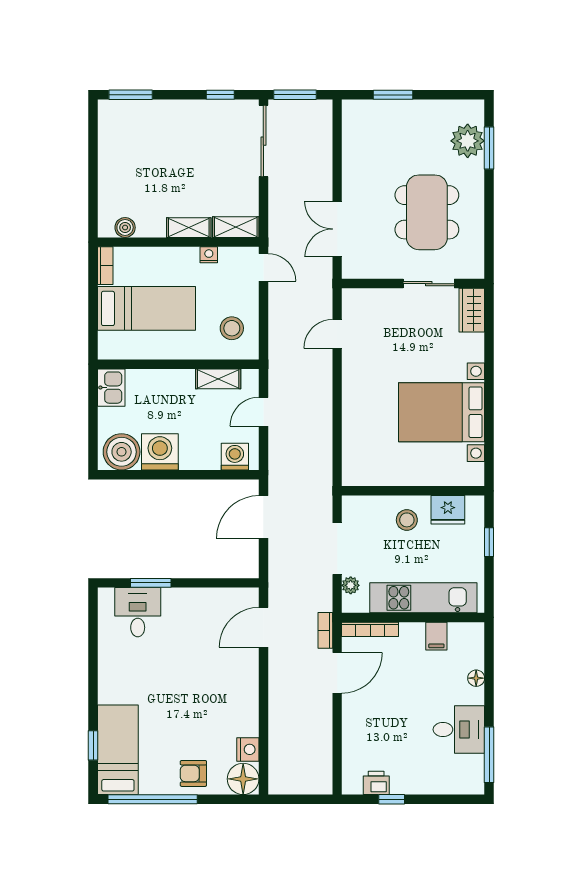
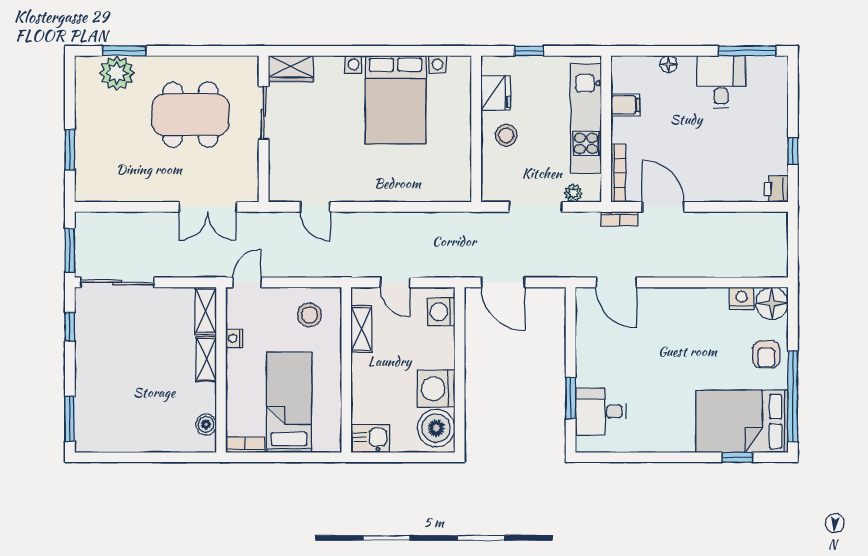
bed: (118, 750) -> (742, 421), width x1.50
printer: (376, 783) -> (776, 189), moved

